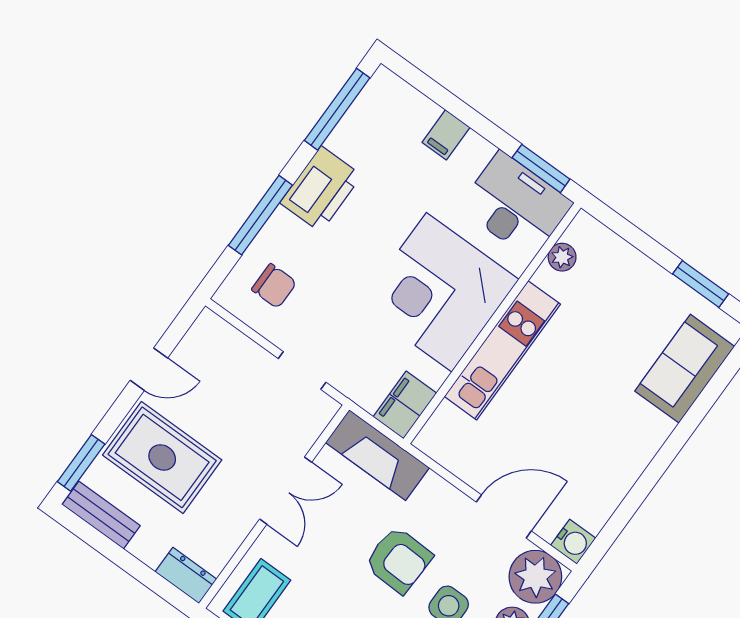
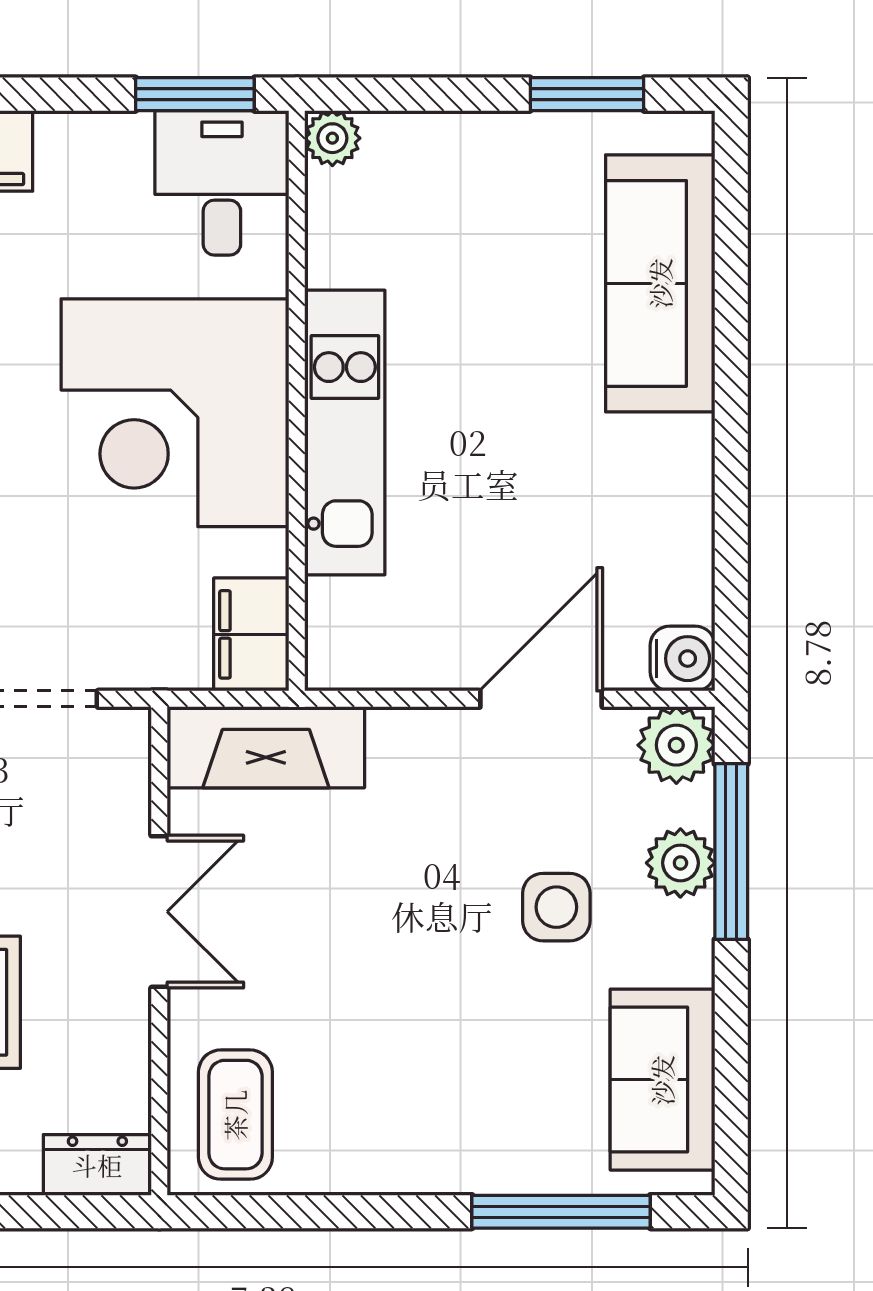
desk: (516, 205) -> (222, 183), width x0.73
plant: (562, 257) -> (332, 138), moved
sofa: (685, 369) -> (660, 283), width x1.36
armchair: (399, 560) -> (422, 892), removed
plant: (535, 577) -> (676, 745), width x0.73, depth x0.73

